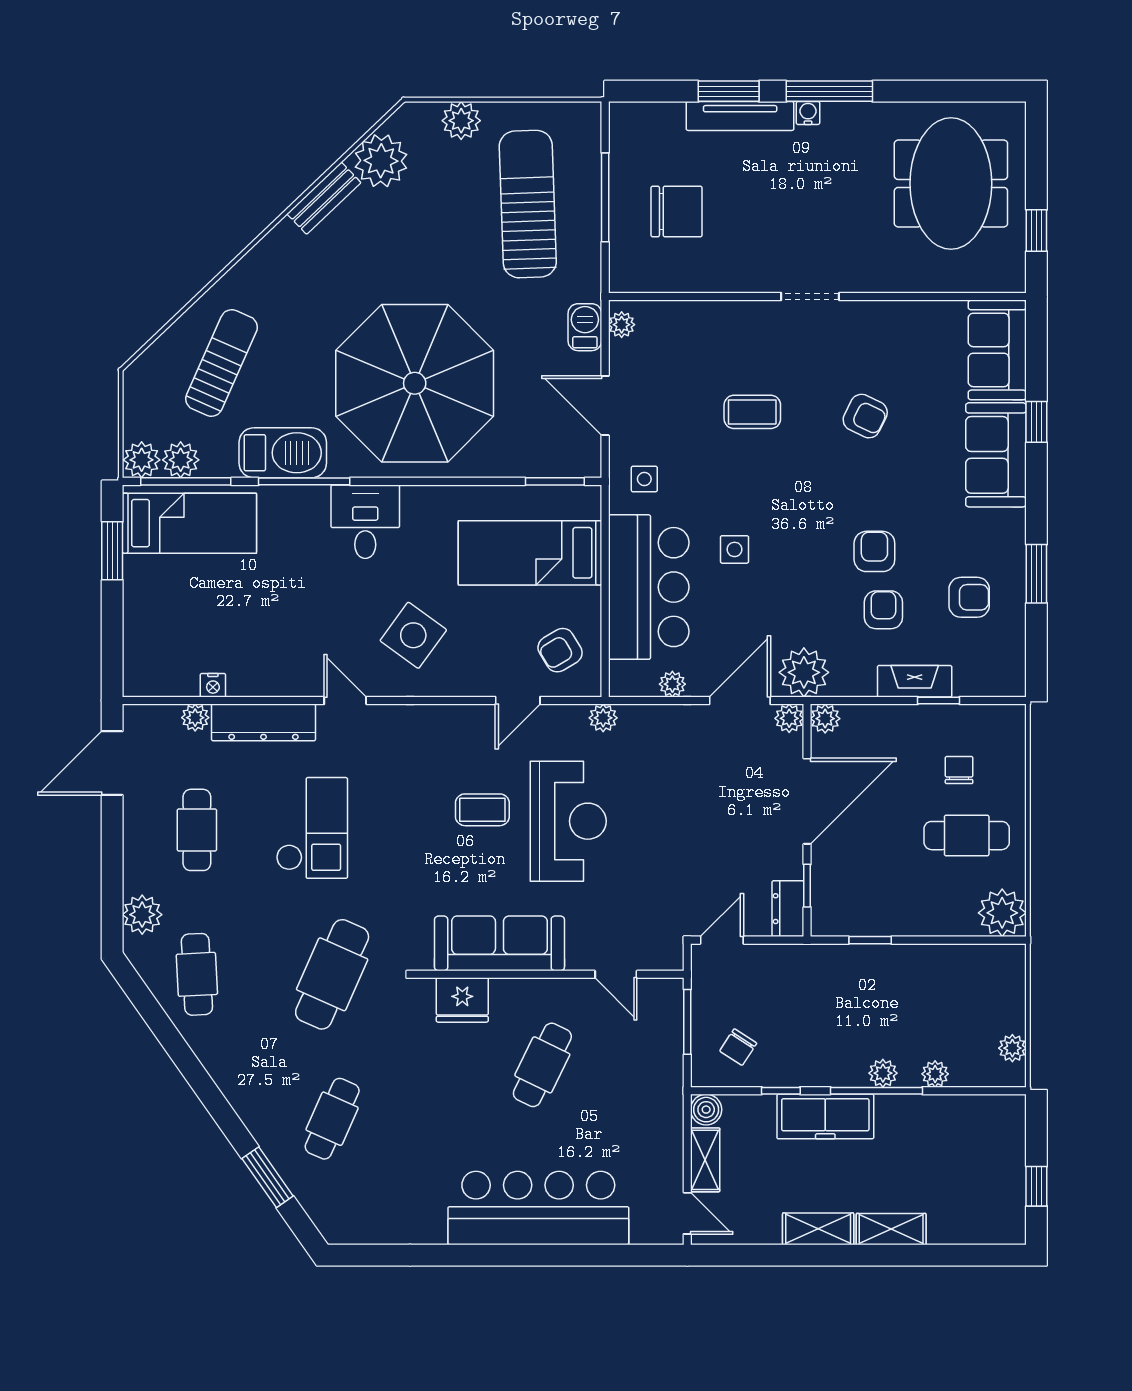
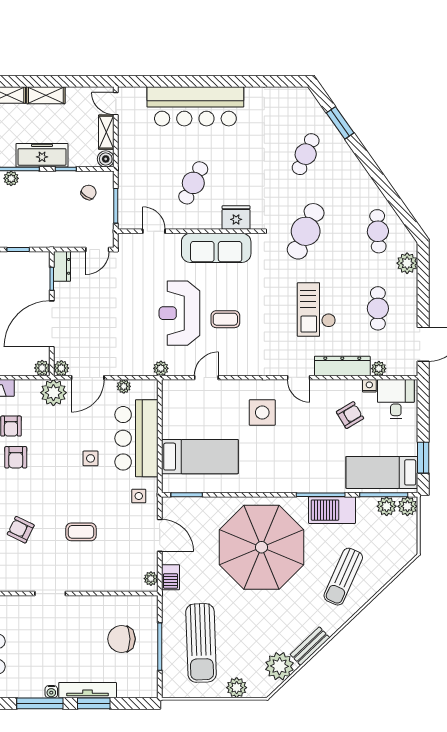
sun lounger: (222, 363) -> (343, 577), moved
desk: (365, 522) -> (396, 399), moved, turned 180
side table: (413, 635) -> (262, 413), turned -36
armchair: (560, 650) -> (350, 415), moved

